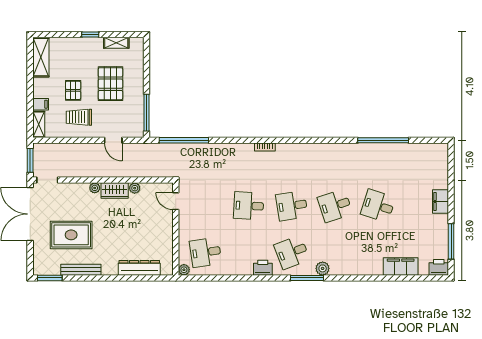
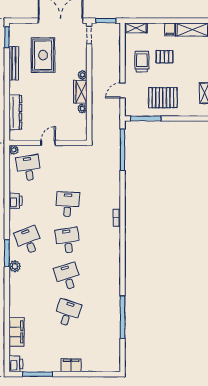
pallet: (110, 84) -> (163, 98), moved
filing cabinet: (41, 104) -> (170, 29), moved
door: (176, 201) -> (48, 143), moved
printer: (263, 268) -> (16, 201), moved

